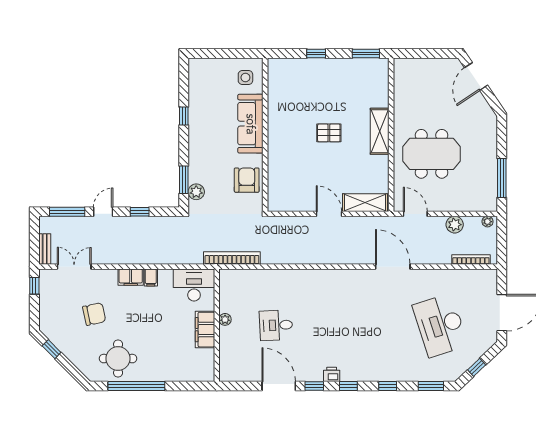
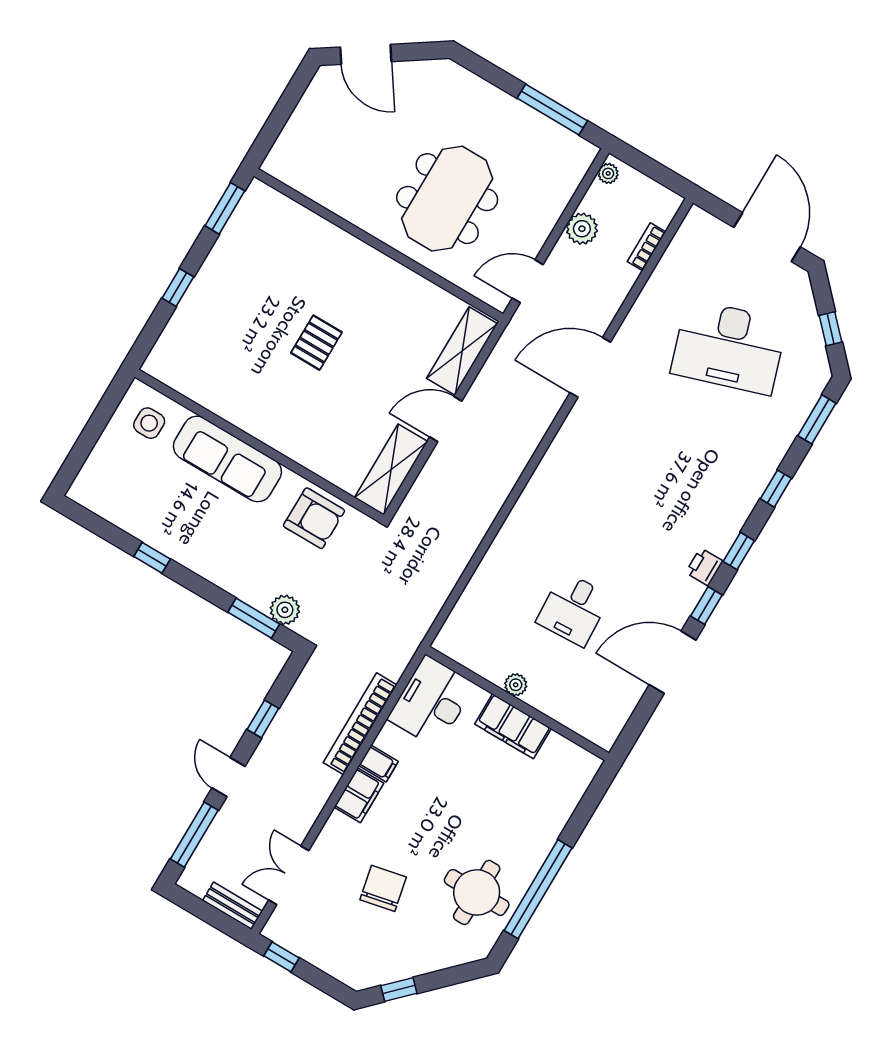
shelving: (380, 131) -> (391, 470), moved, turned 90
armchair: (247, 180) -> (314, 518), turned 180
bookcase: (232, 258) -> (360, 724), moved
bookcase: (471, 260) -> (647, 247), width x0.64

